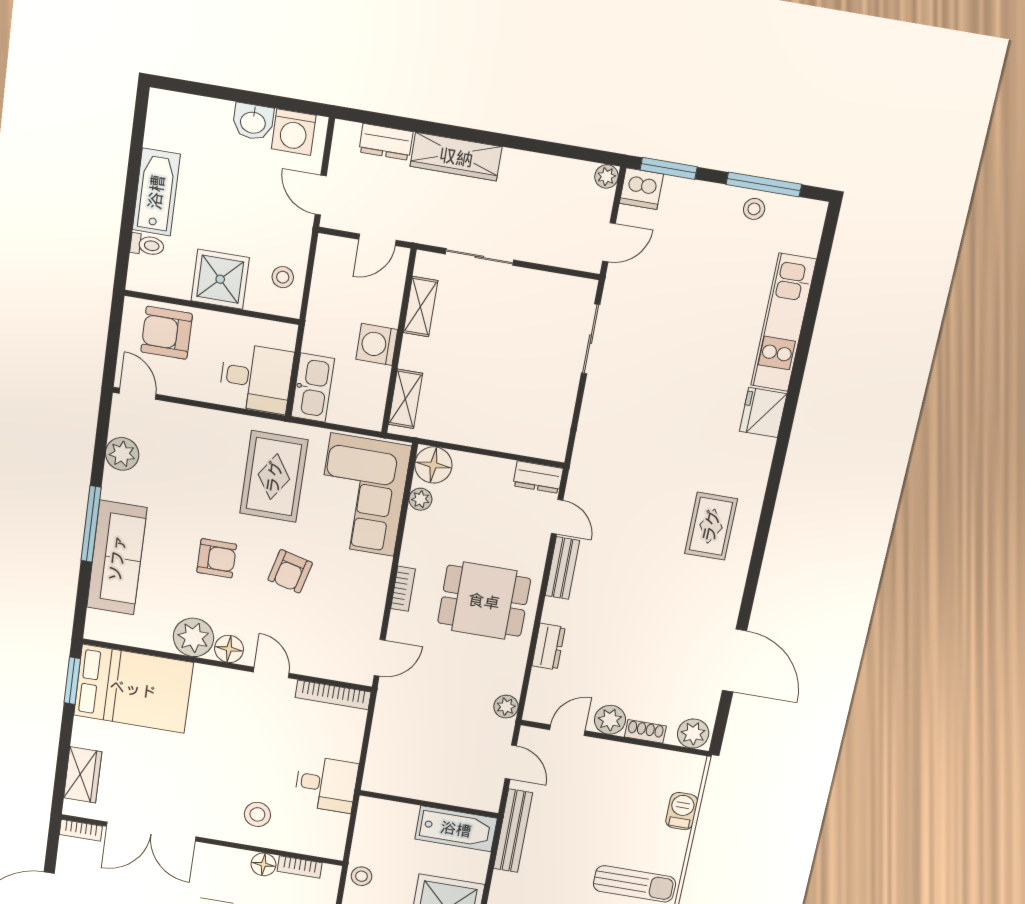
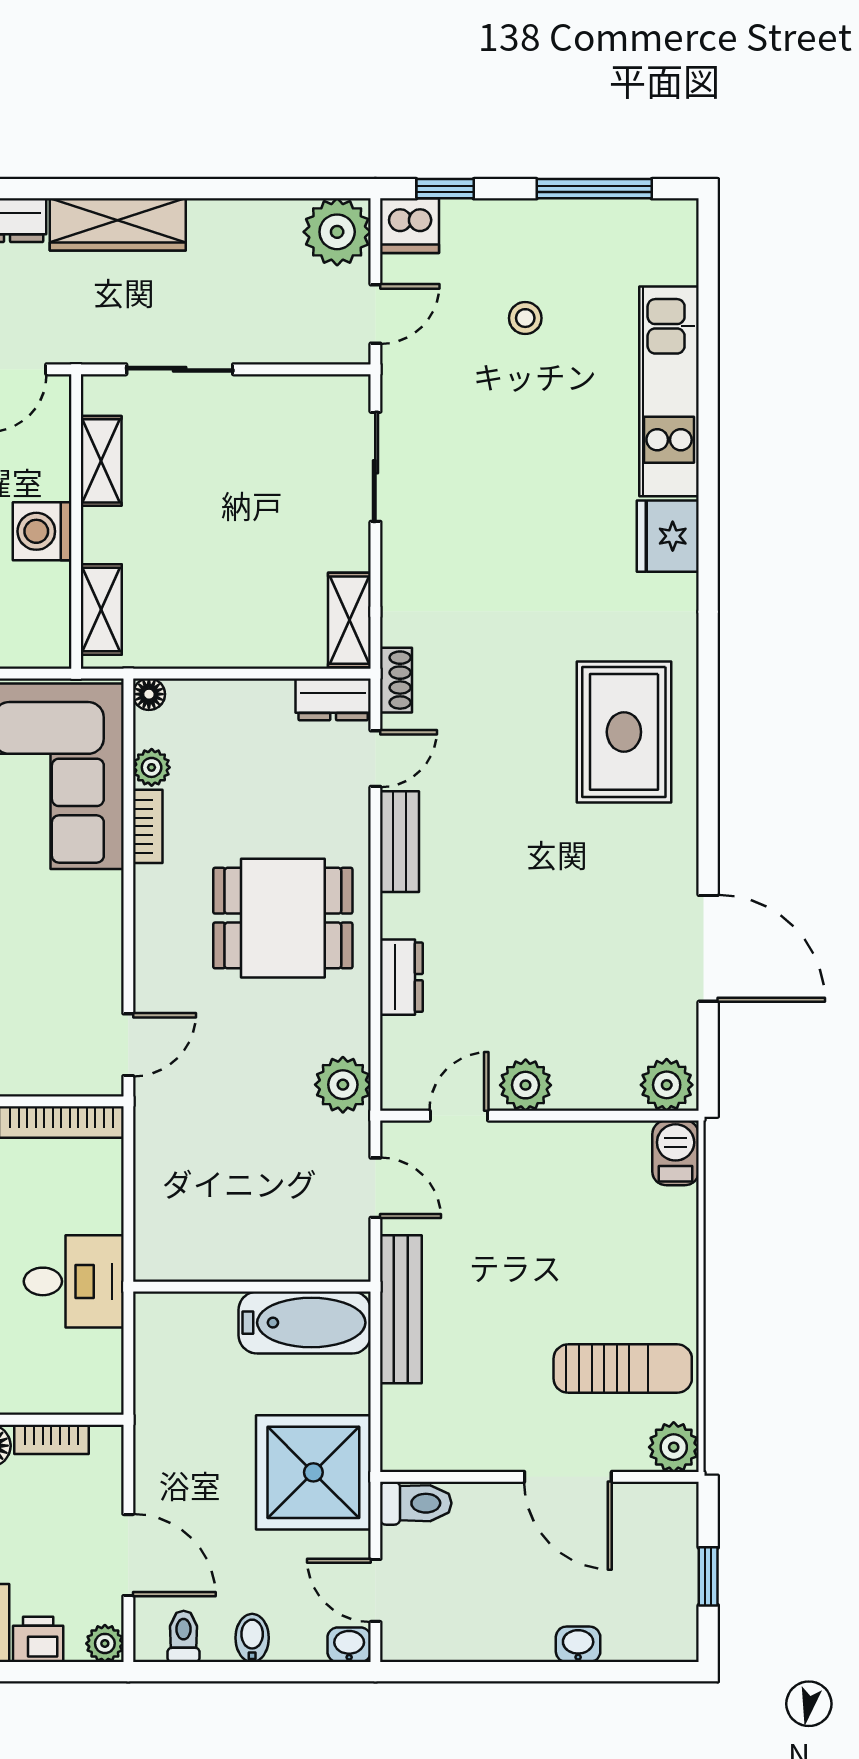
window: (669, 168) -> (445, 189), width x0.67
plant: (606, 176) -> (337, 232), width x1.88, depth x1.88
stool: (754, 209) -> (525, 318), moved
shelving: (557, 431) -> (349, 620), added
floor lamp: (433, 465) -> (149, 694), width x0.53, depth x0.53
door: (557, 517) -> (375, 759), hinge flipped
rug: (711, 526) -> (624, 732), width x1.36, depth x1.43
bookcase: (403, 589) -> (148, 826), moved
plant: (506, 707) -> (343, 1085), width x1.38, depth x1.38
shoe rack: (645, 731) -> (396, 680), moved, turned 90
barbecue: (682, 811) -> (676, 1153), moved
stool: (361, 876) -> (159, 1437), removed

